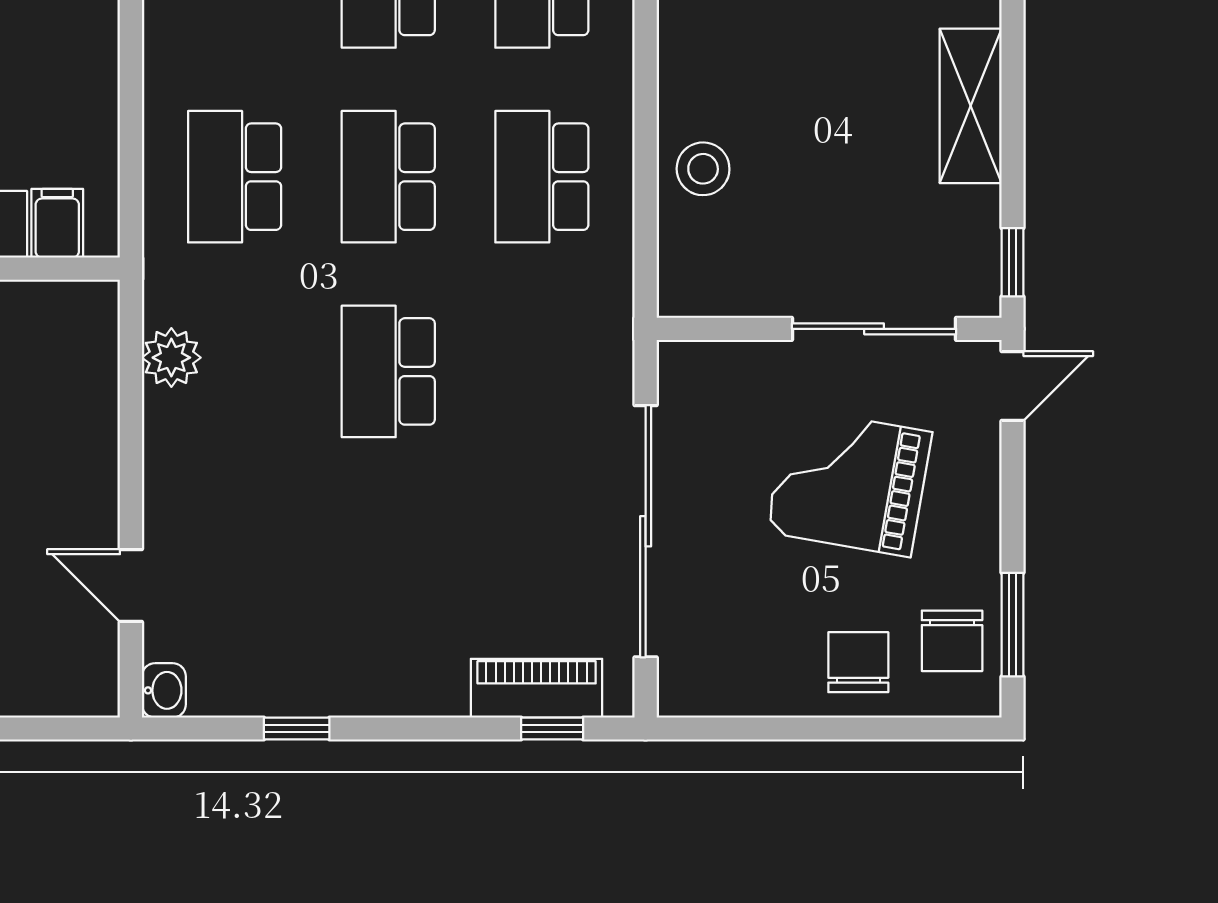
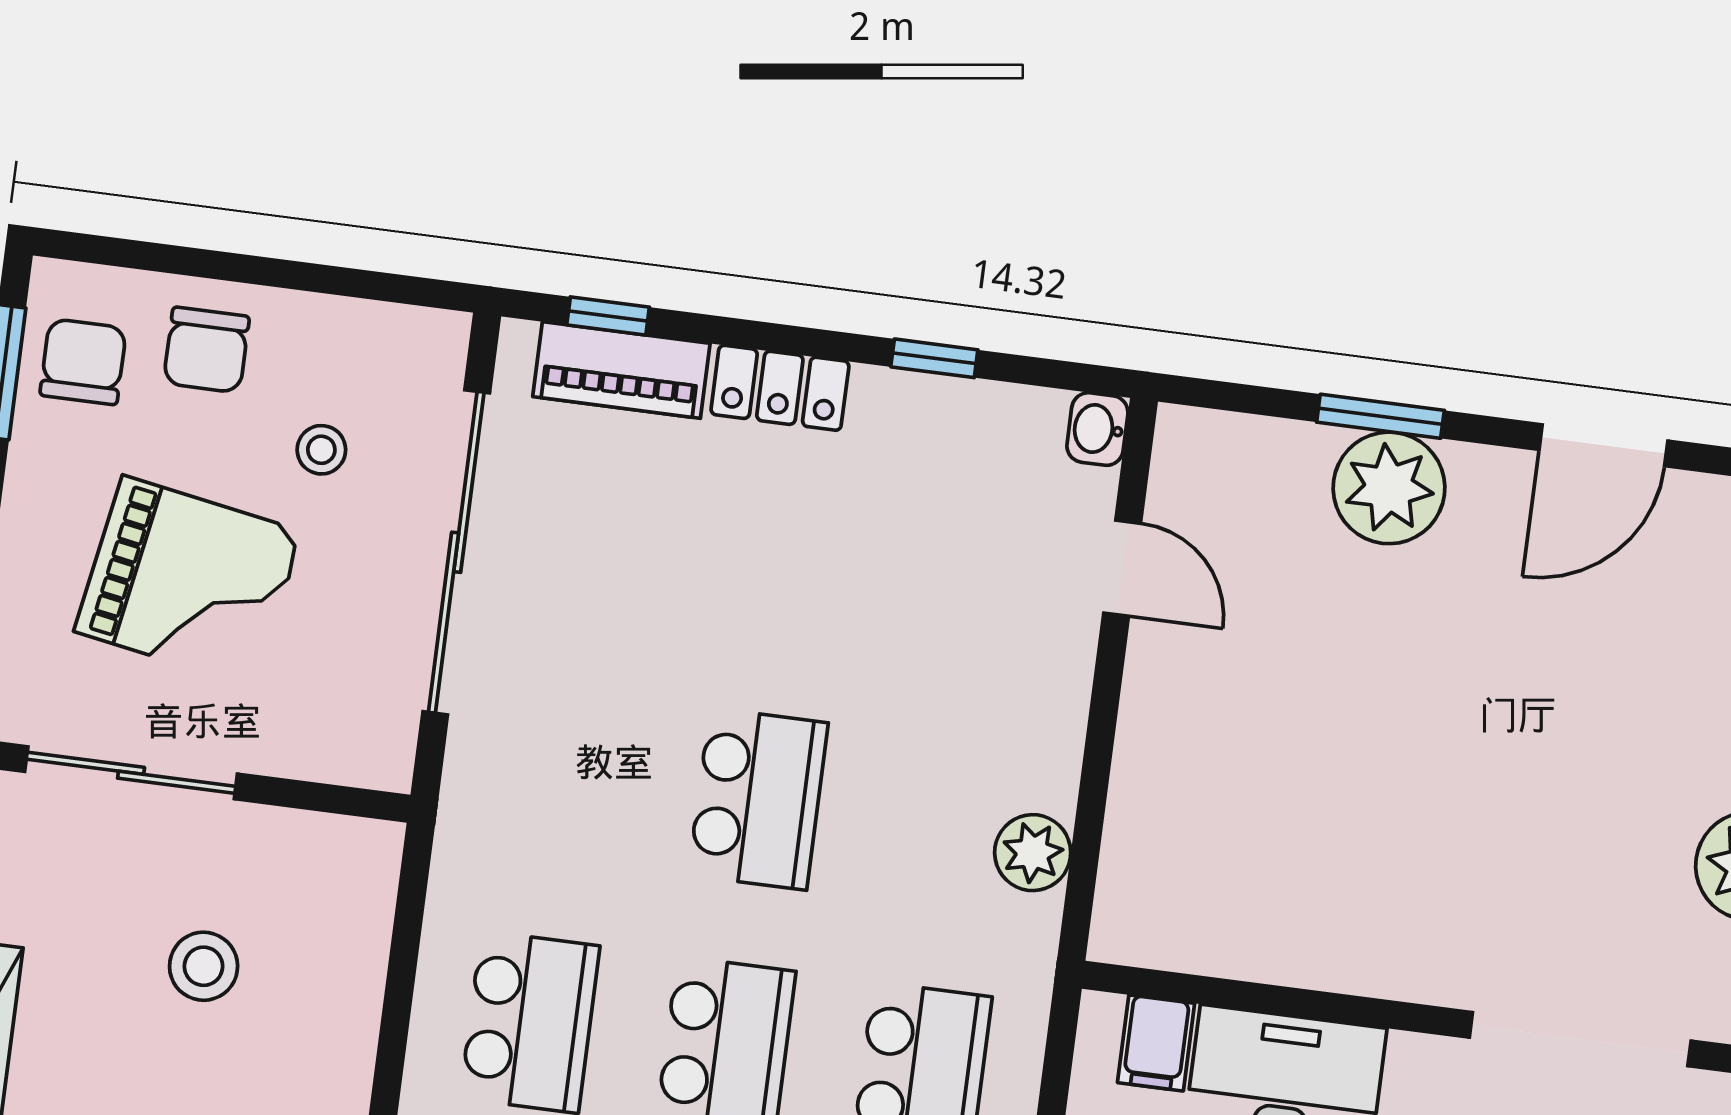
stool: (703, 169) -> (204, 966), moved
stool: (760, 597) -> (321, 450), added
locker: (413, 690) -> (780, 388), added

